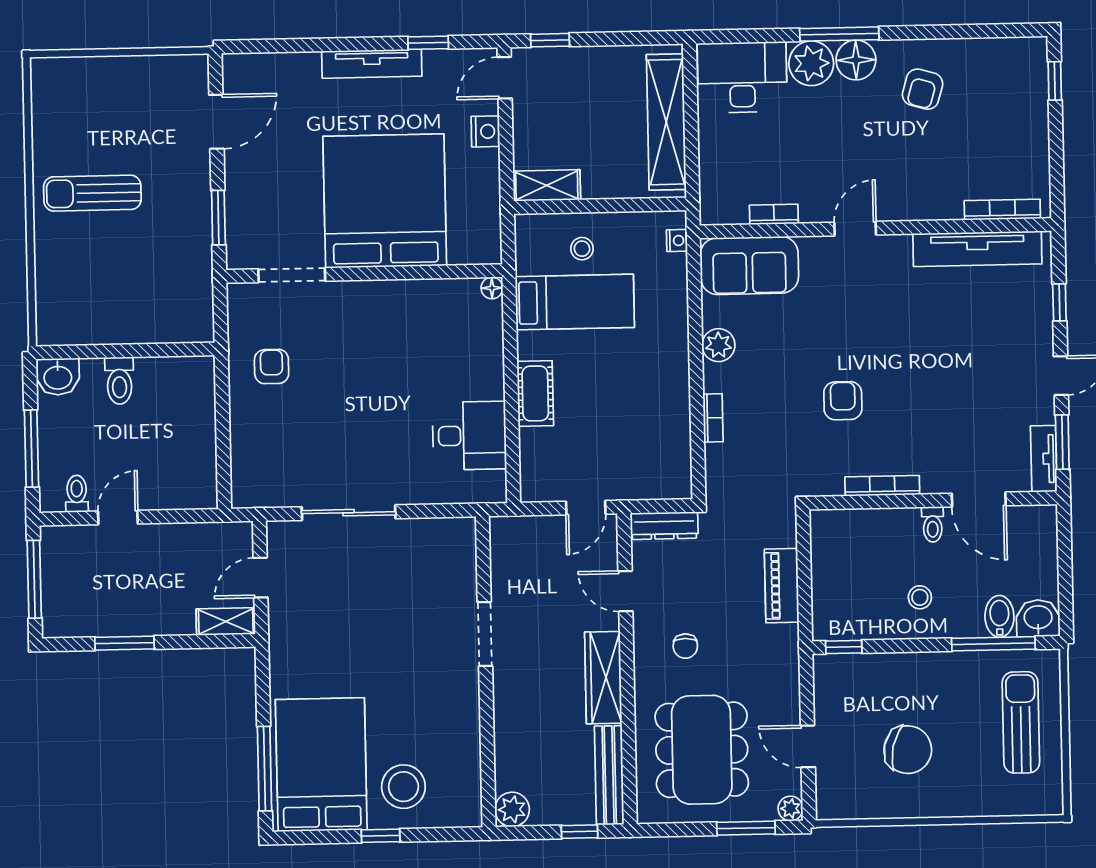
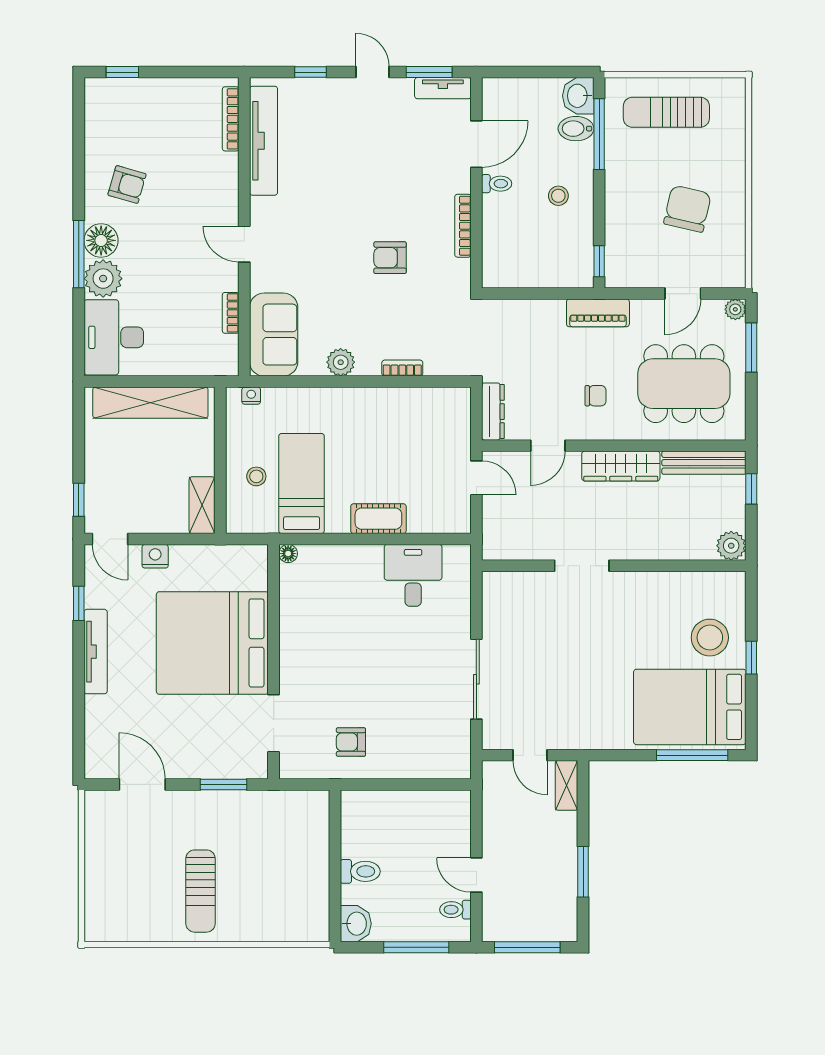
piano: (782, 586) -> (598, 313), moved

